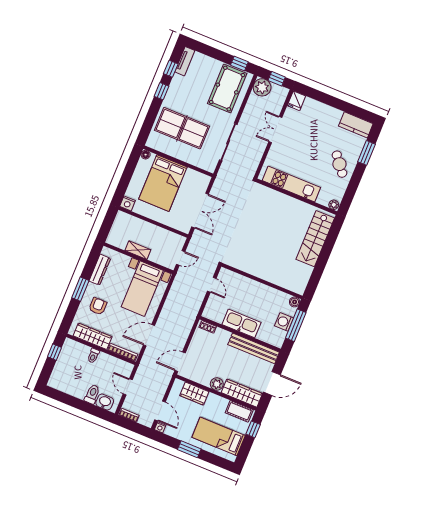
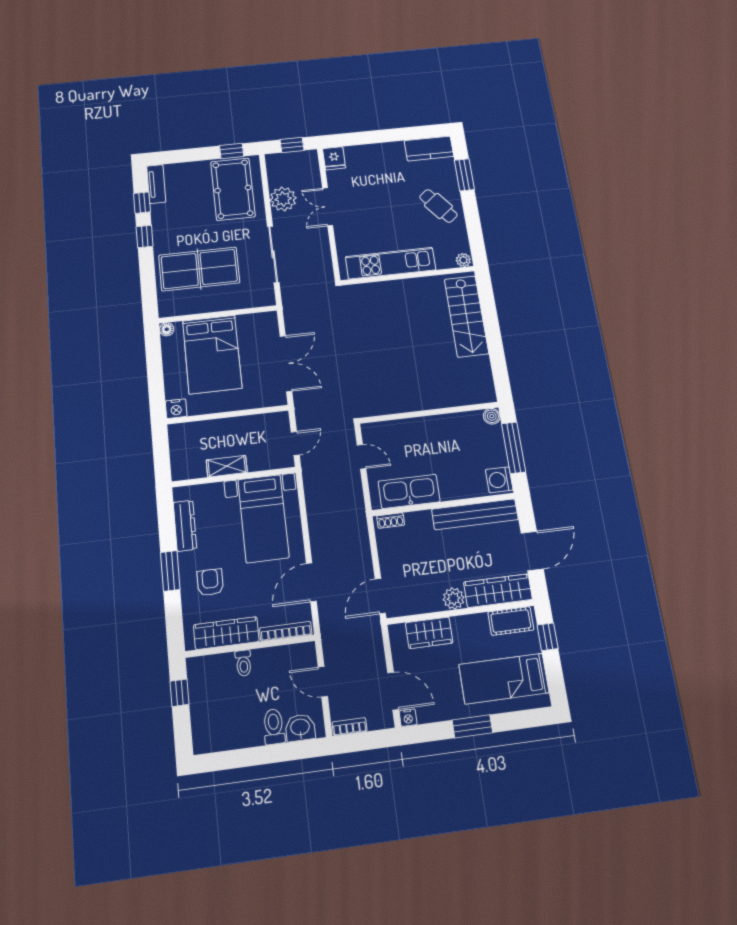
plant: (262, 87) -> (283, 199), moved
washing machine: (284, 322) -> (499, 480), moved
kitchen sink: (241, 323) -> (409, 491), moved

